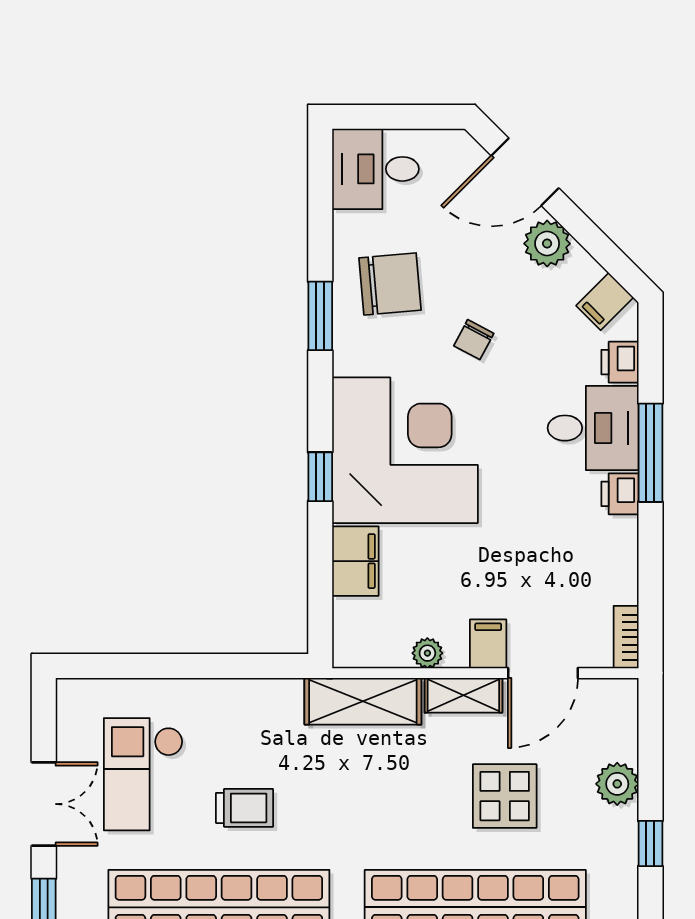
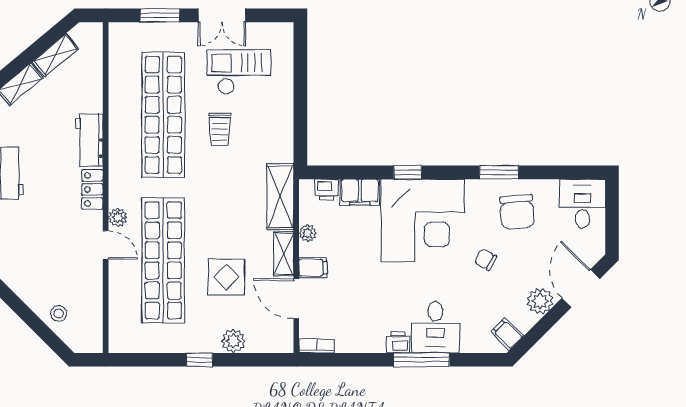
printer: (620, 362) -> (327, 190), moved, turned 180

